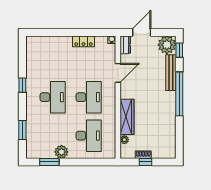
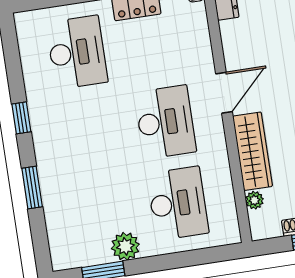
door: (118, 73) -> (224, 93), moved
desk: (53, 97) -> (77, 52), moved
window: (22, 130) -> (32, 188), moved

